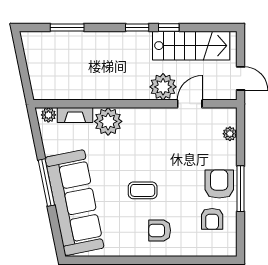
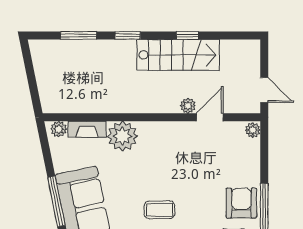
window: (137, 27) -> (128, 35), moved
stairs: (191, 46) -> (178, 55), moved
plant: (163, 87) -> (188, 106), width x0.53, depth x0.53
plant: (230, 134) -> (253, 130), moved

